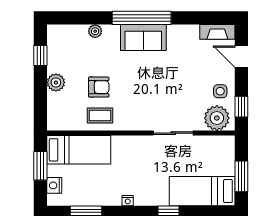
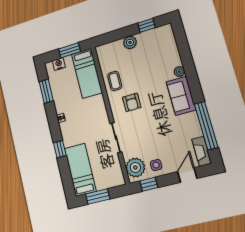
window: (142, 18) -> (206, 126), moved
plant: (95, 31) -> (179, 72), moved
armchair: (99, 87) -> (132, 102), moved

